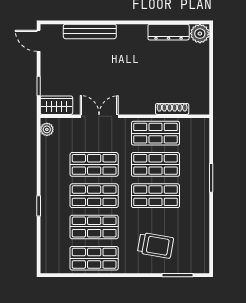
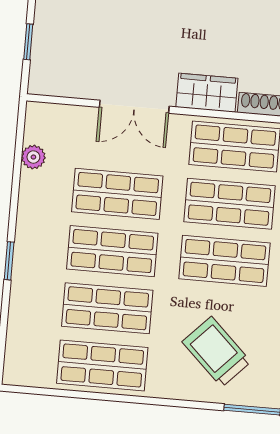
wardrobe: (56, 105) -> (207, 93), moved
double door: (99, 116) -> (134, 107), swing flipped
plant: (47, 129) -> (33, 157), moved
trolley: (156, 245) -> (217, 352), turned -146

